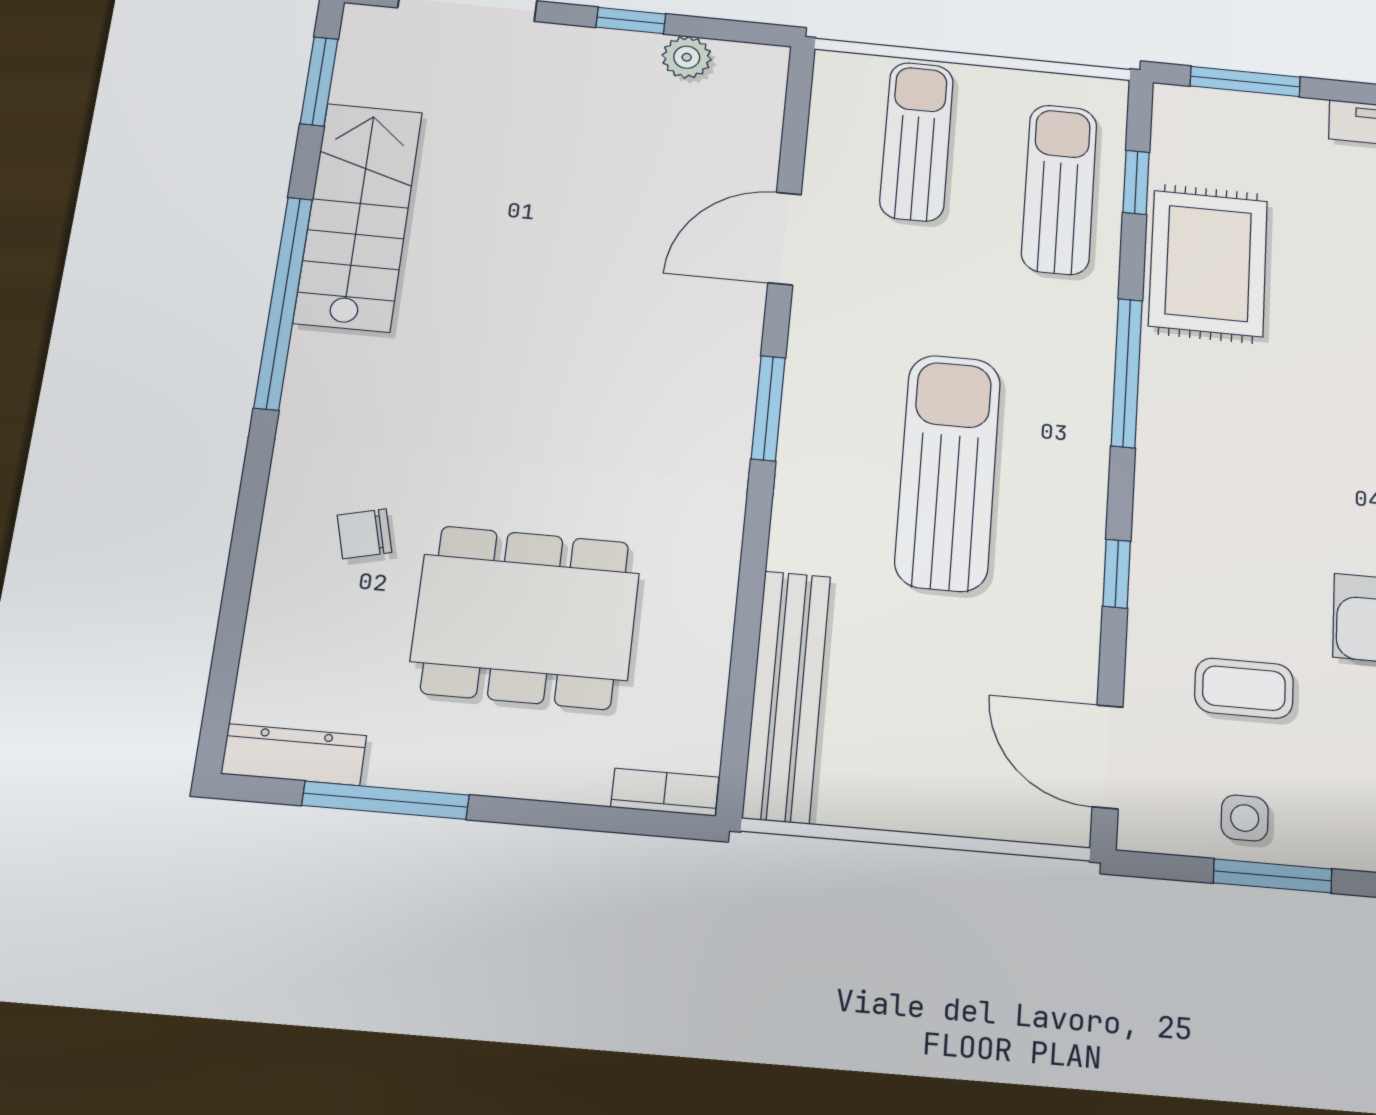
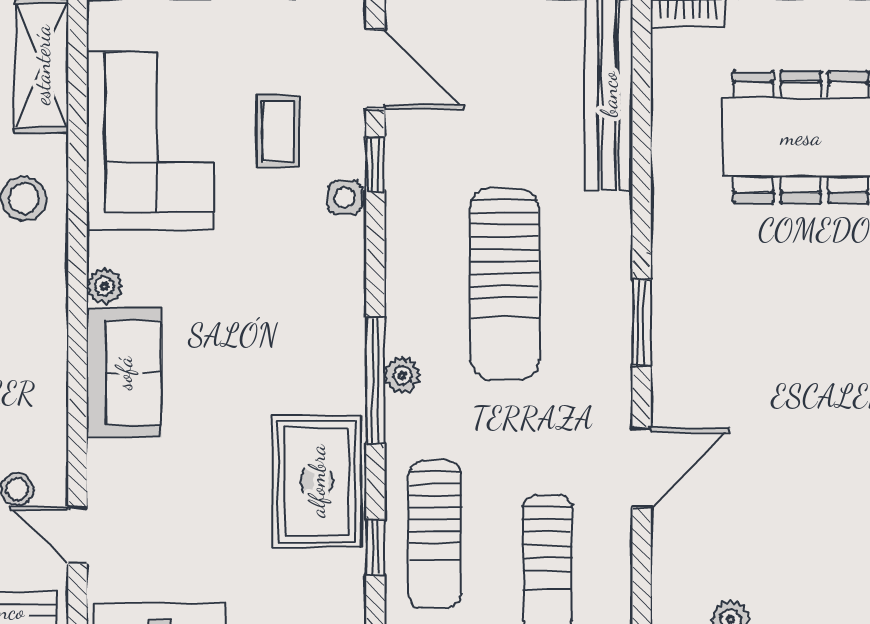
plant: (1091, 375) -> (402, 375), added
window: (1117, 574) -> (375, 164), moved
coffee table: (1244, 688) -> (278, 132), turned 90
side table: (1245, 818) -> (345, 197), moved

